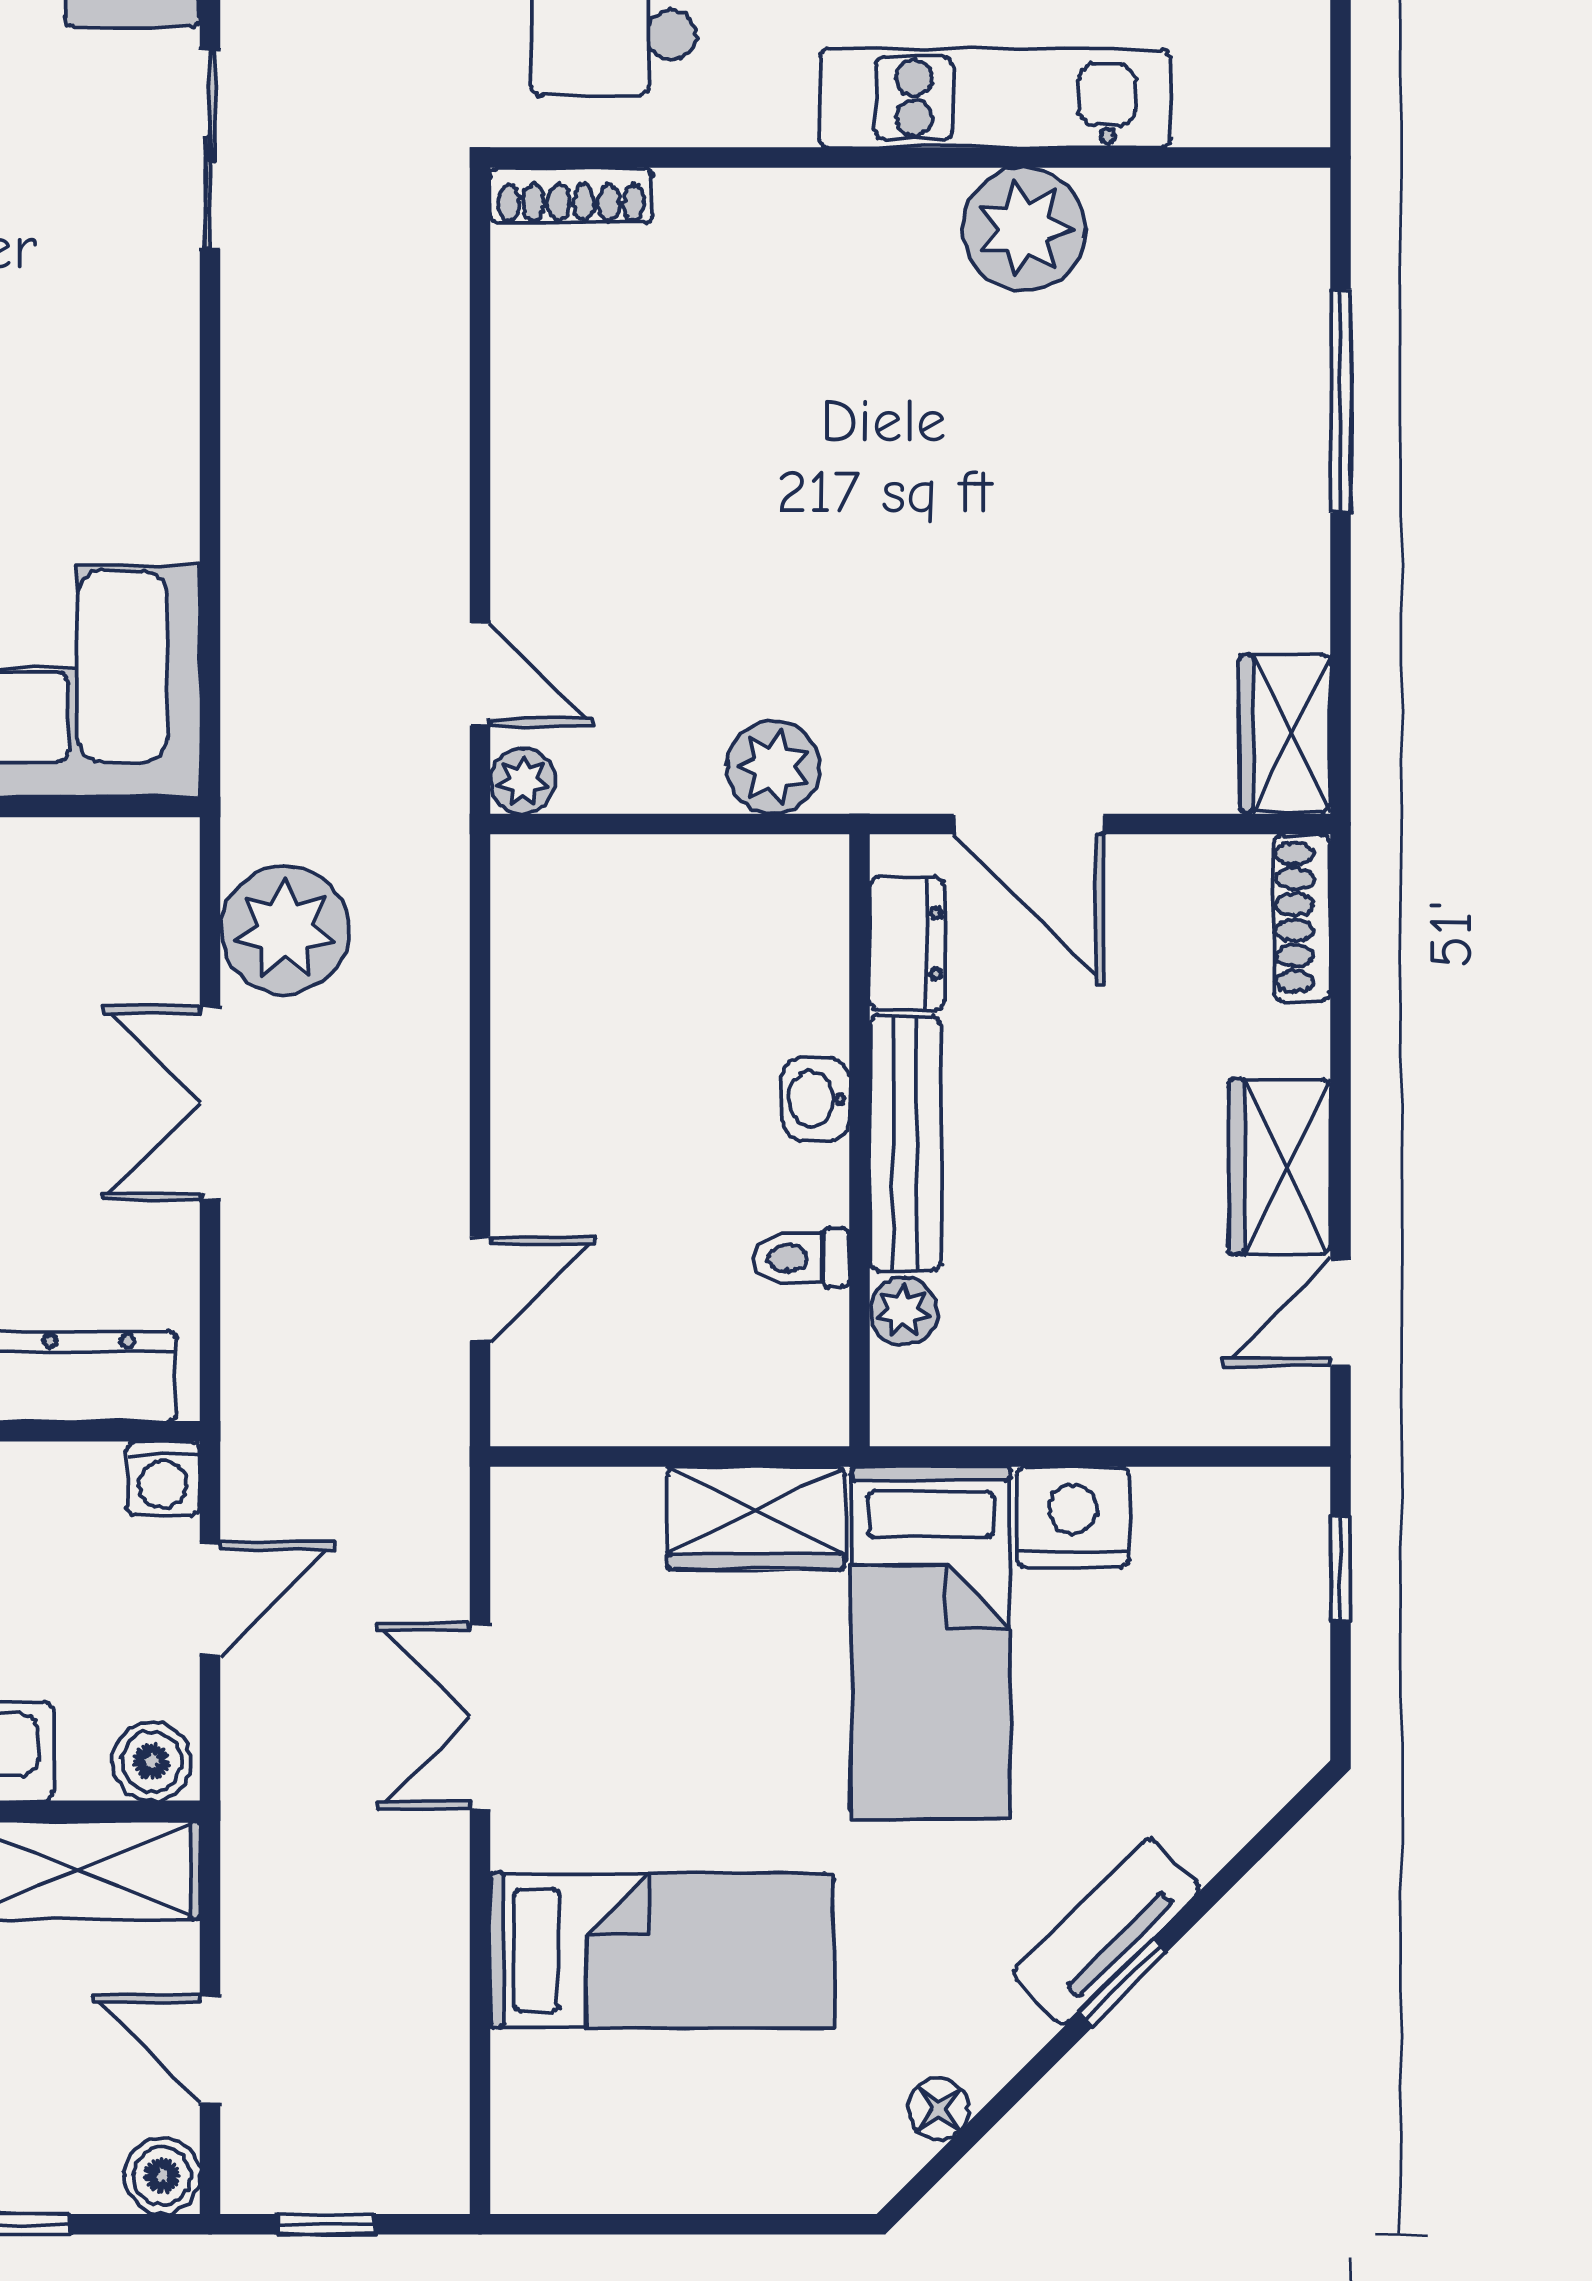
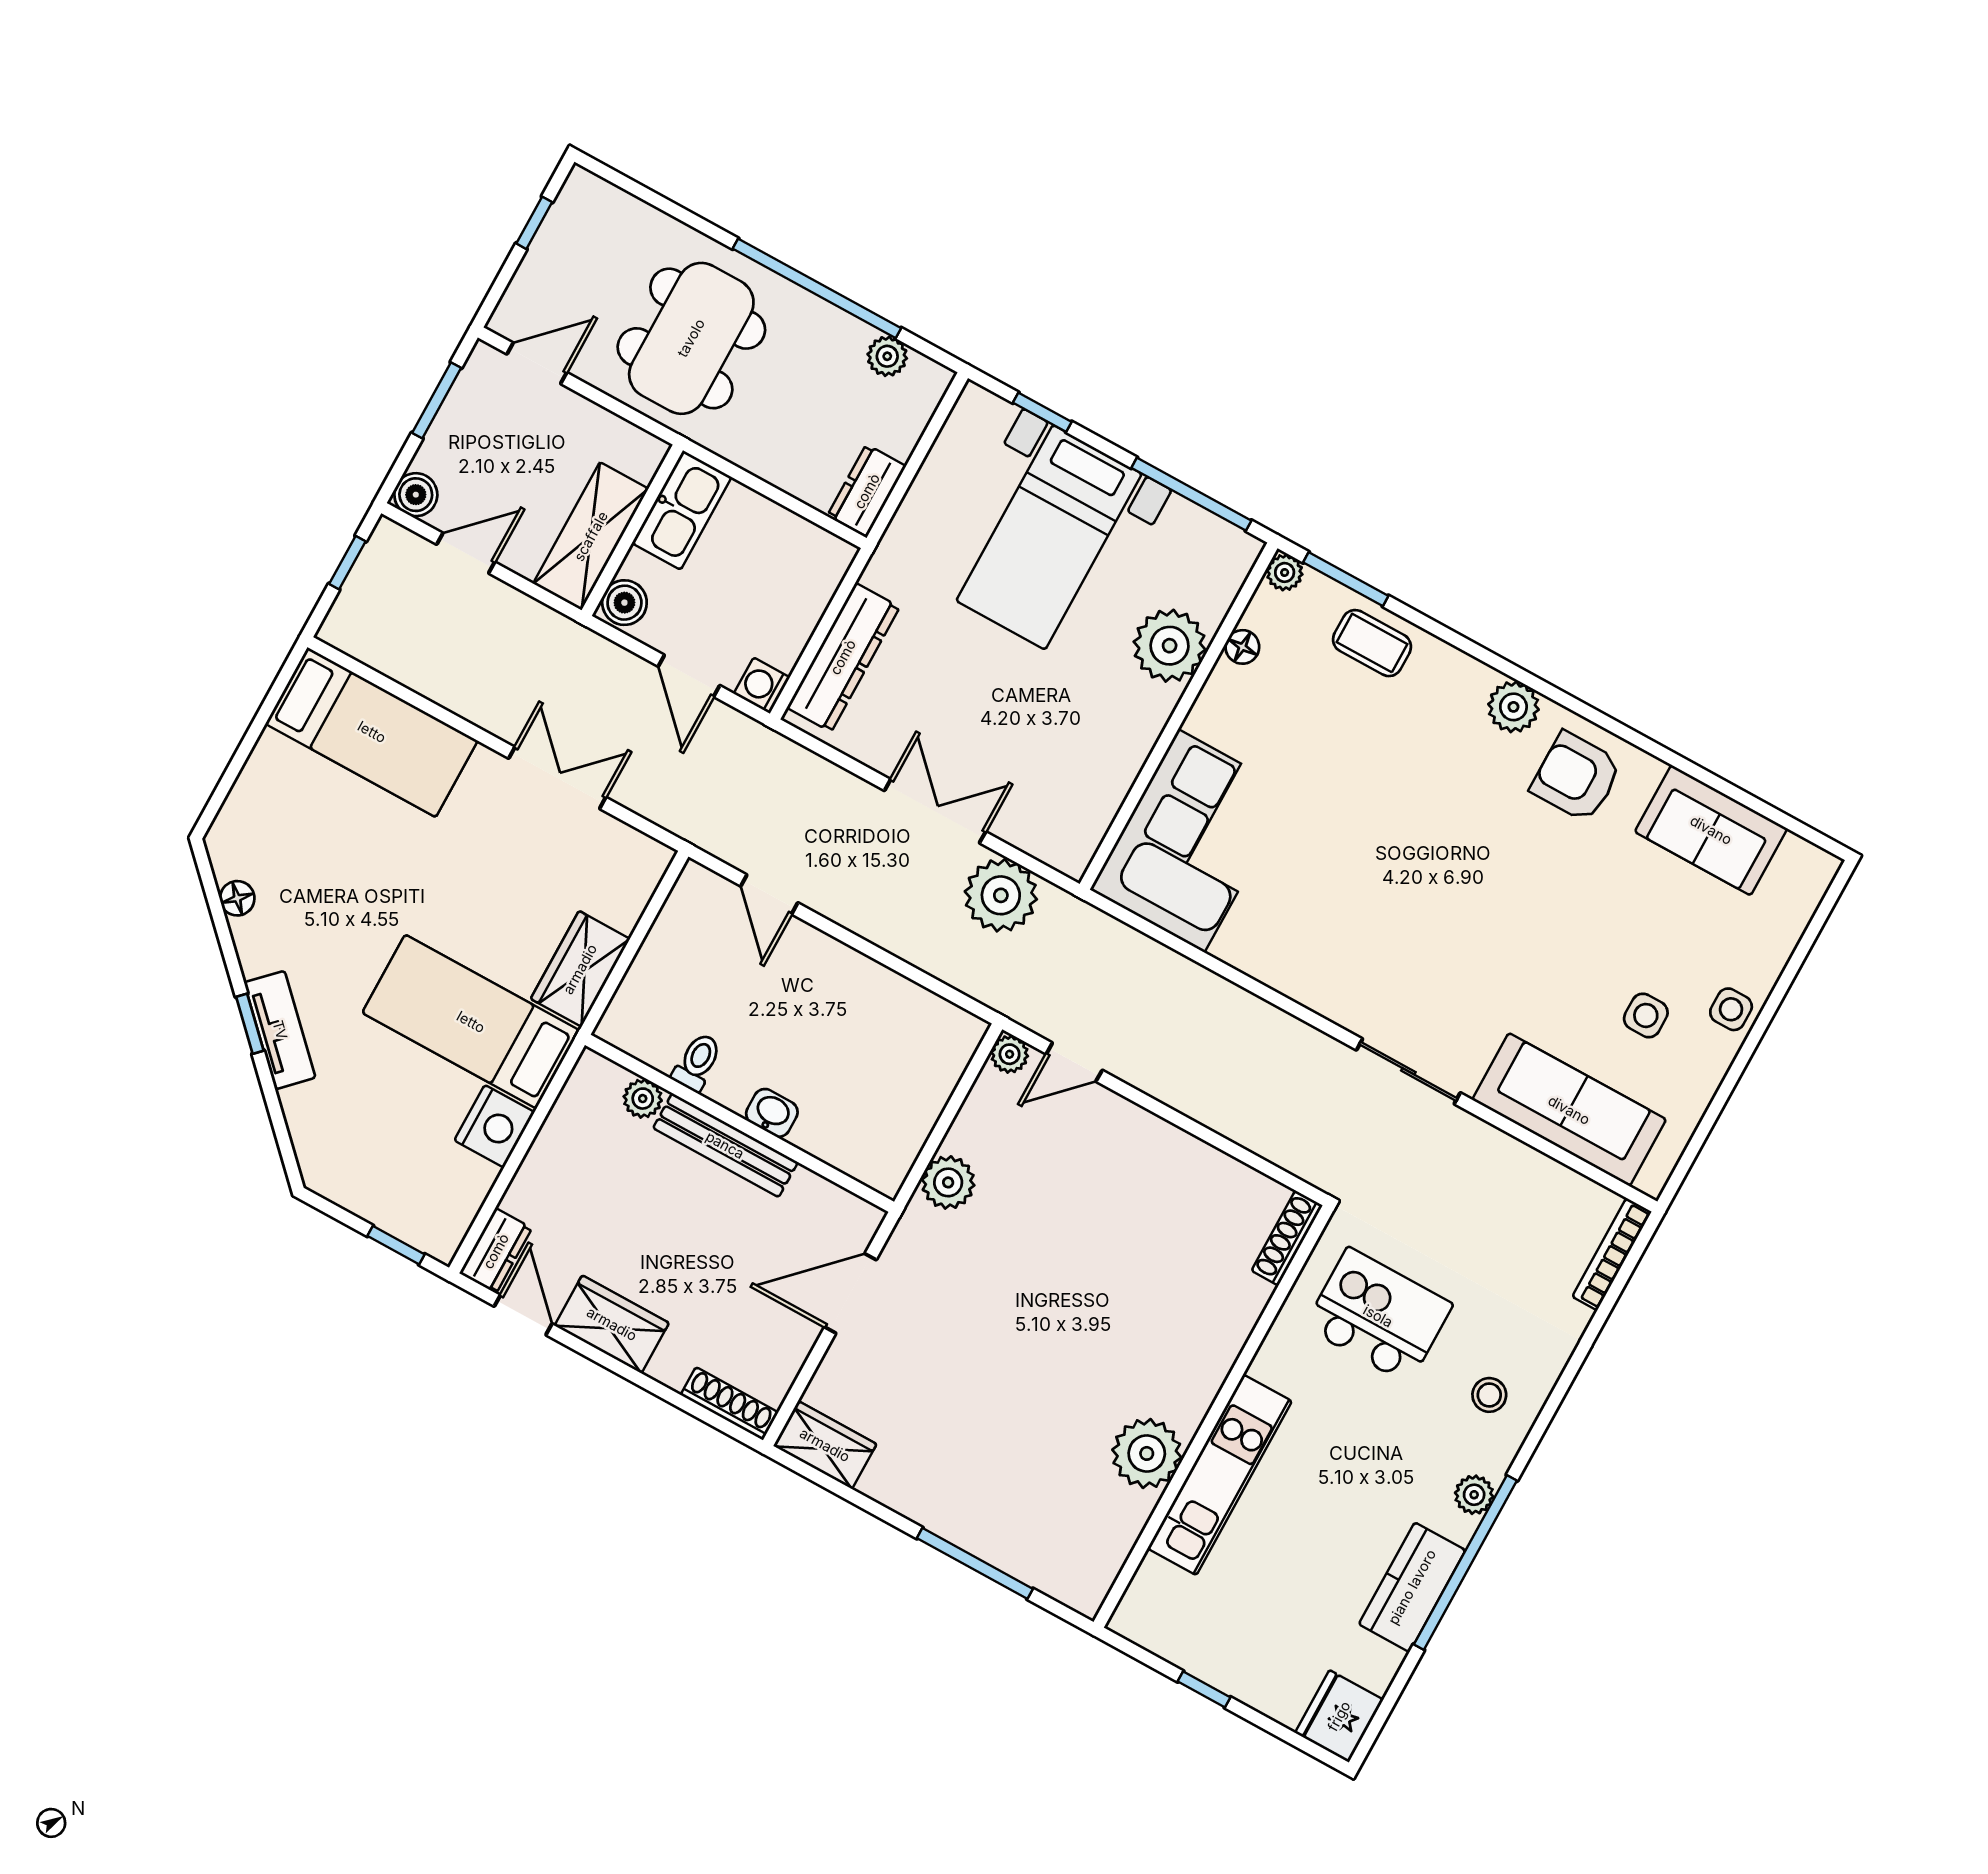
dresser: (907, 943) -> (496, 1251), moved, turned -90
bed: (662, 1950) -> (372, 732), moved, turned -90

